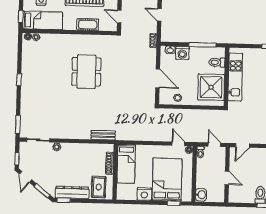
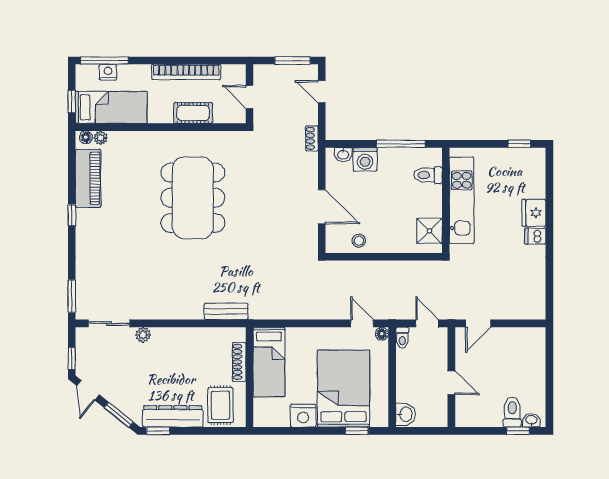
piano: (29, 59) -> (88, 178), added
dining table: (86, 72) -> (193, 198), width x1.36, depth x1.24
shower: (211, 87) -> (429, 231), width x0.54, depth x0.54

